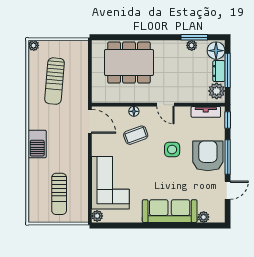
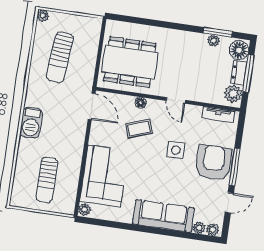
dining table: (129, 63) -> (130, 62), moved
window: (228, 120) -> (240, 127), removed
plant: (216, 217) -> (213, 230), added

